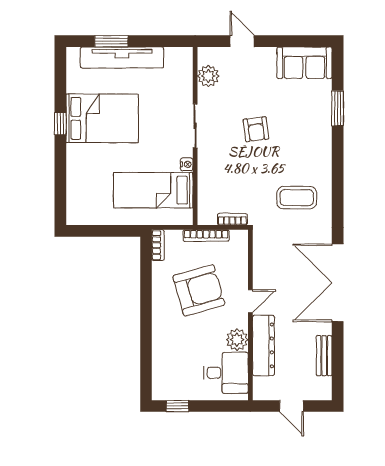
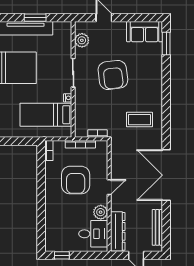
window: (111, 41) -> (35, 18), moved
window: (338, 108) -> (166, 44), moved
armchair: (256, 129) -> (113, 75), width x1.88, depth x1.88
armchair: (199, 290) -> (76, 180), turned 106
dresser: (263, 345) -> (118, 231), moved
bench: (324, 356) -> (157, 227), width x1.36

